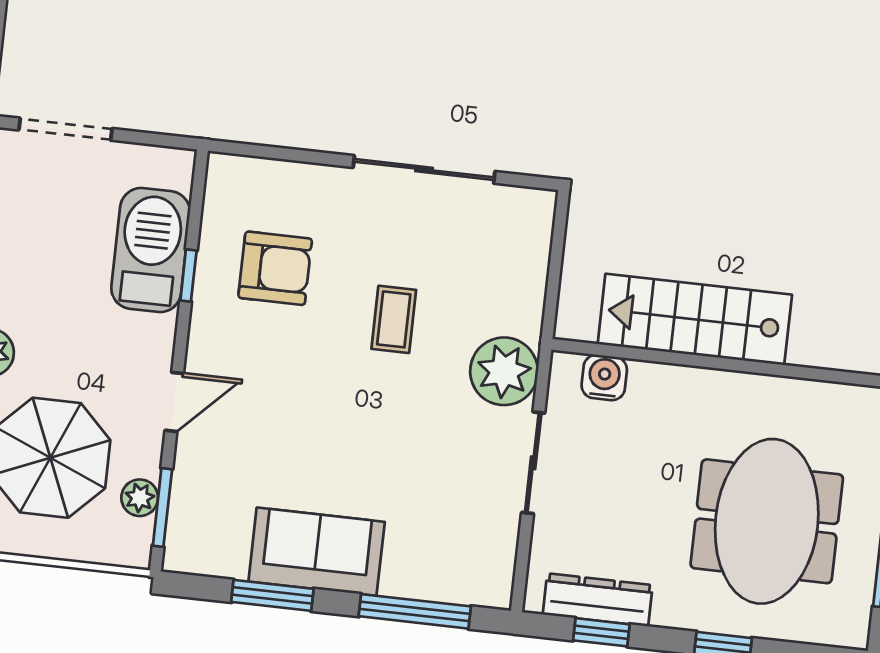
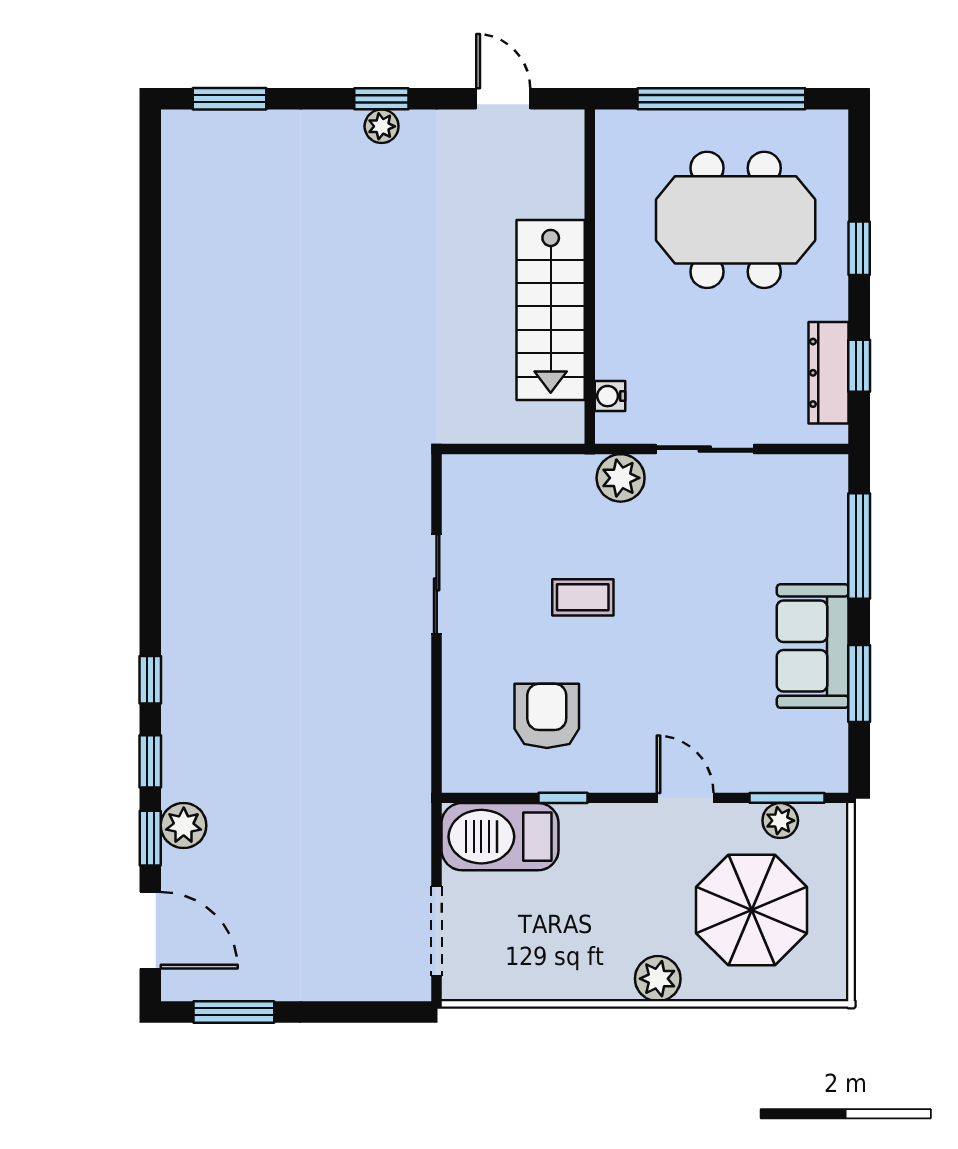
sliding door: (424, 169) -> (437, 584), width x0.73
barbecue: (151, 250) -> (500, 837), moved
plant: (504, 371) -> (621, 478), width x0.73, depth x0.73
water cooler: (604, 378) -> (610, 396), width x0.72, depth x0.72

